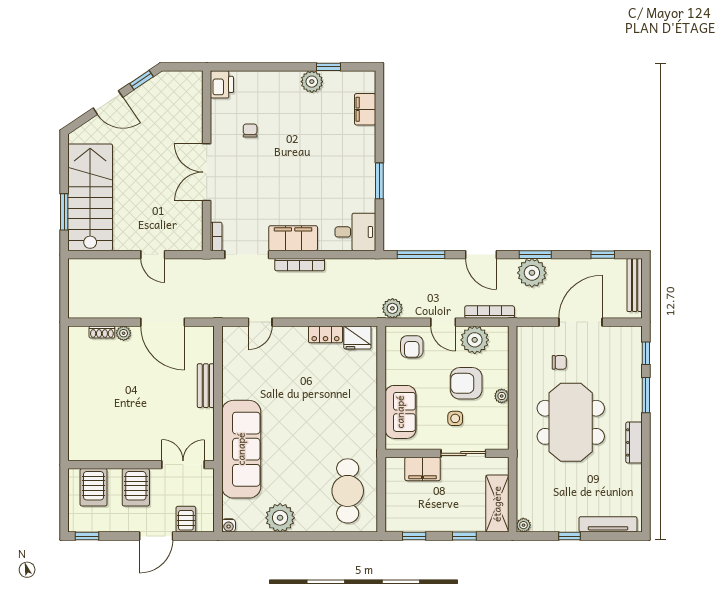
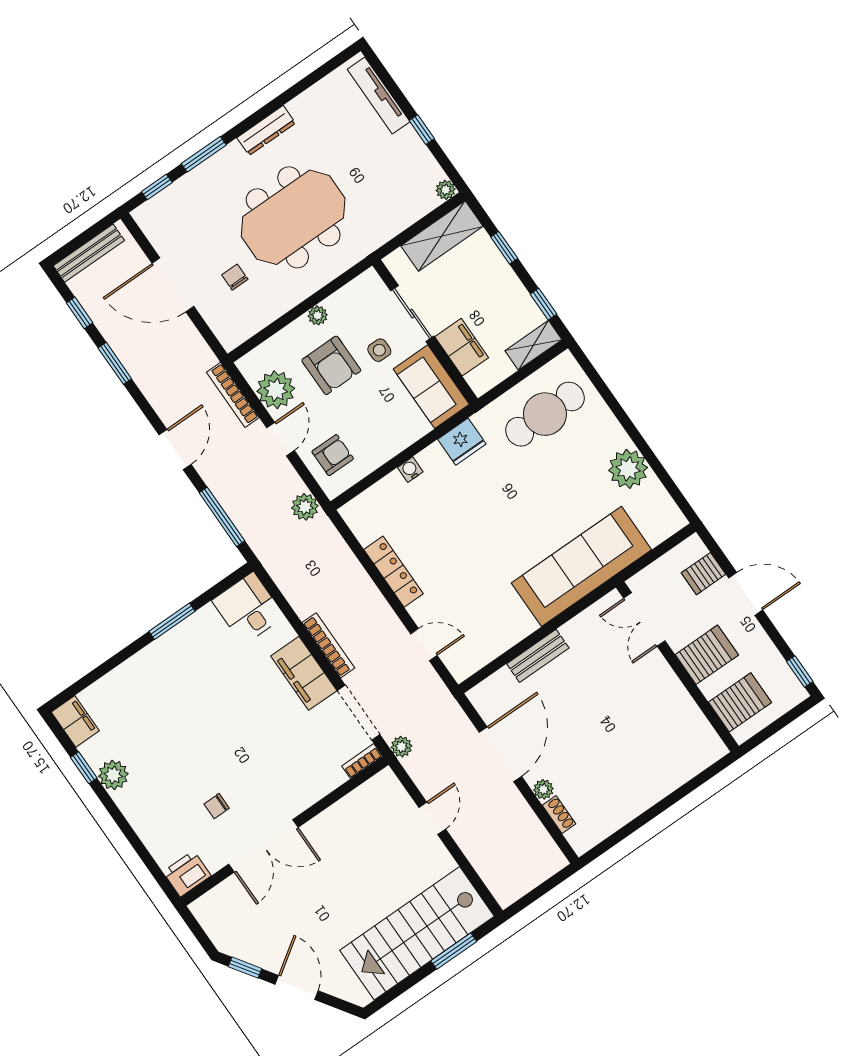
filing cabinet: (365, 109) -> (75, 721), moved, turned -90
double door: (207, 172) -> (263, 846), moved
window: (535, 255) -> (115, 363), moved
plant: (532, 273) -> (401, 747), moved, width x0.53, depth x0.53
locker: (325, 334) -> (393, 572), width x1.53
fridge: (357, 337) -> (462, 442), moved, turned 90
sofa: (400, 412) -> (431, 387), moved, turned -90
shelving: (394, 513) -> (533, 345), added
water cooler: (229, 525) -> (410, 470), moved, turned -90

